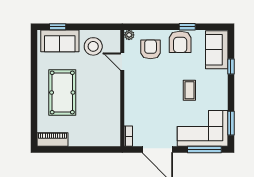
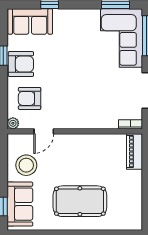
coffee table: (189, 90) -> (77, 53), removed
piano: (53, 139) -> (135, 151), moved

